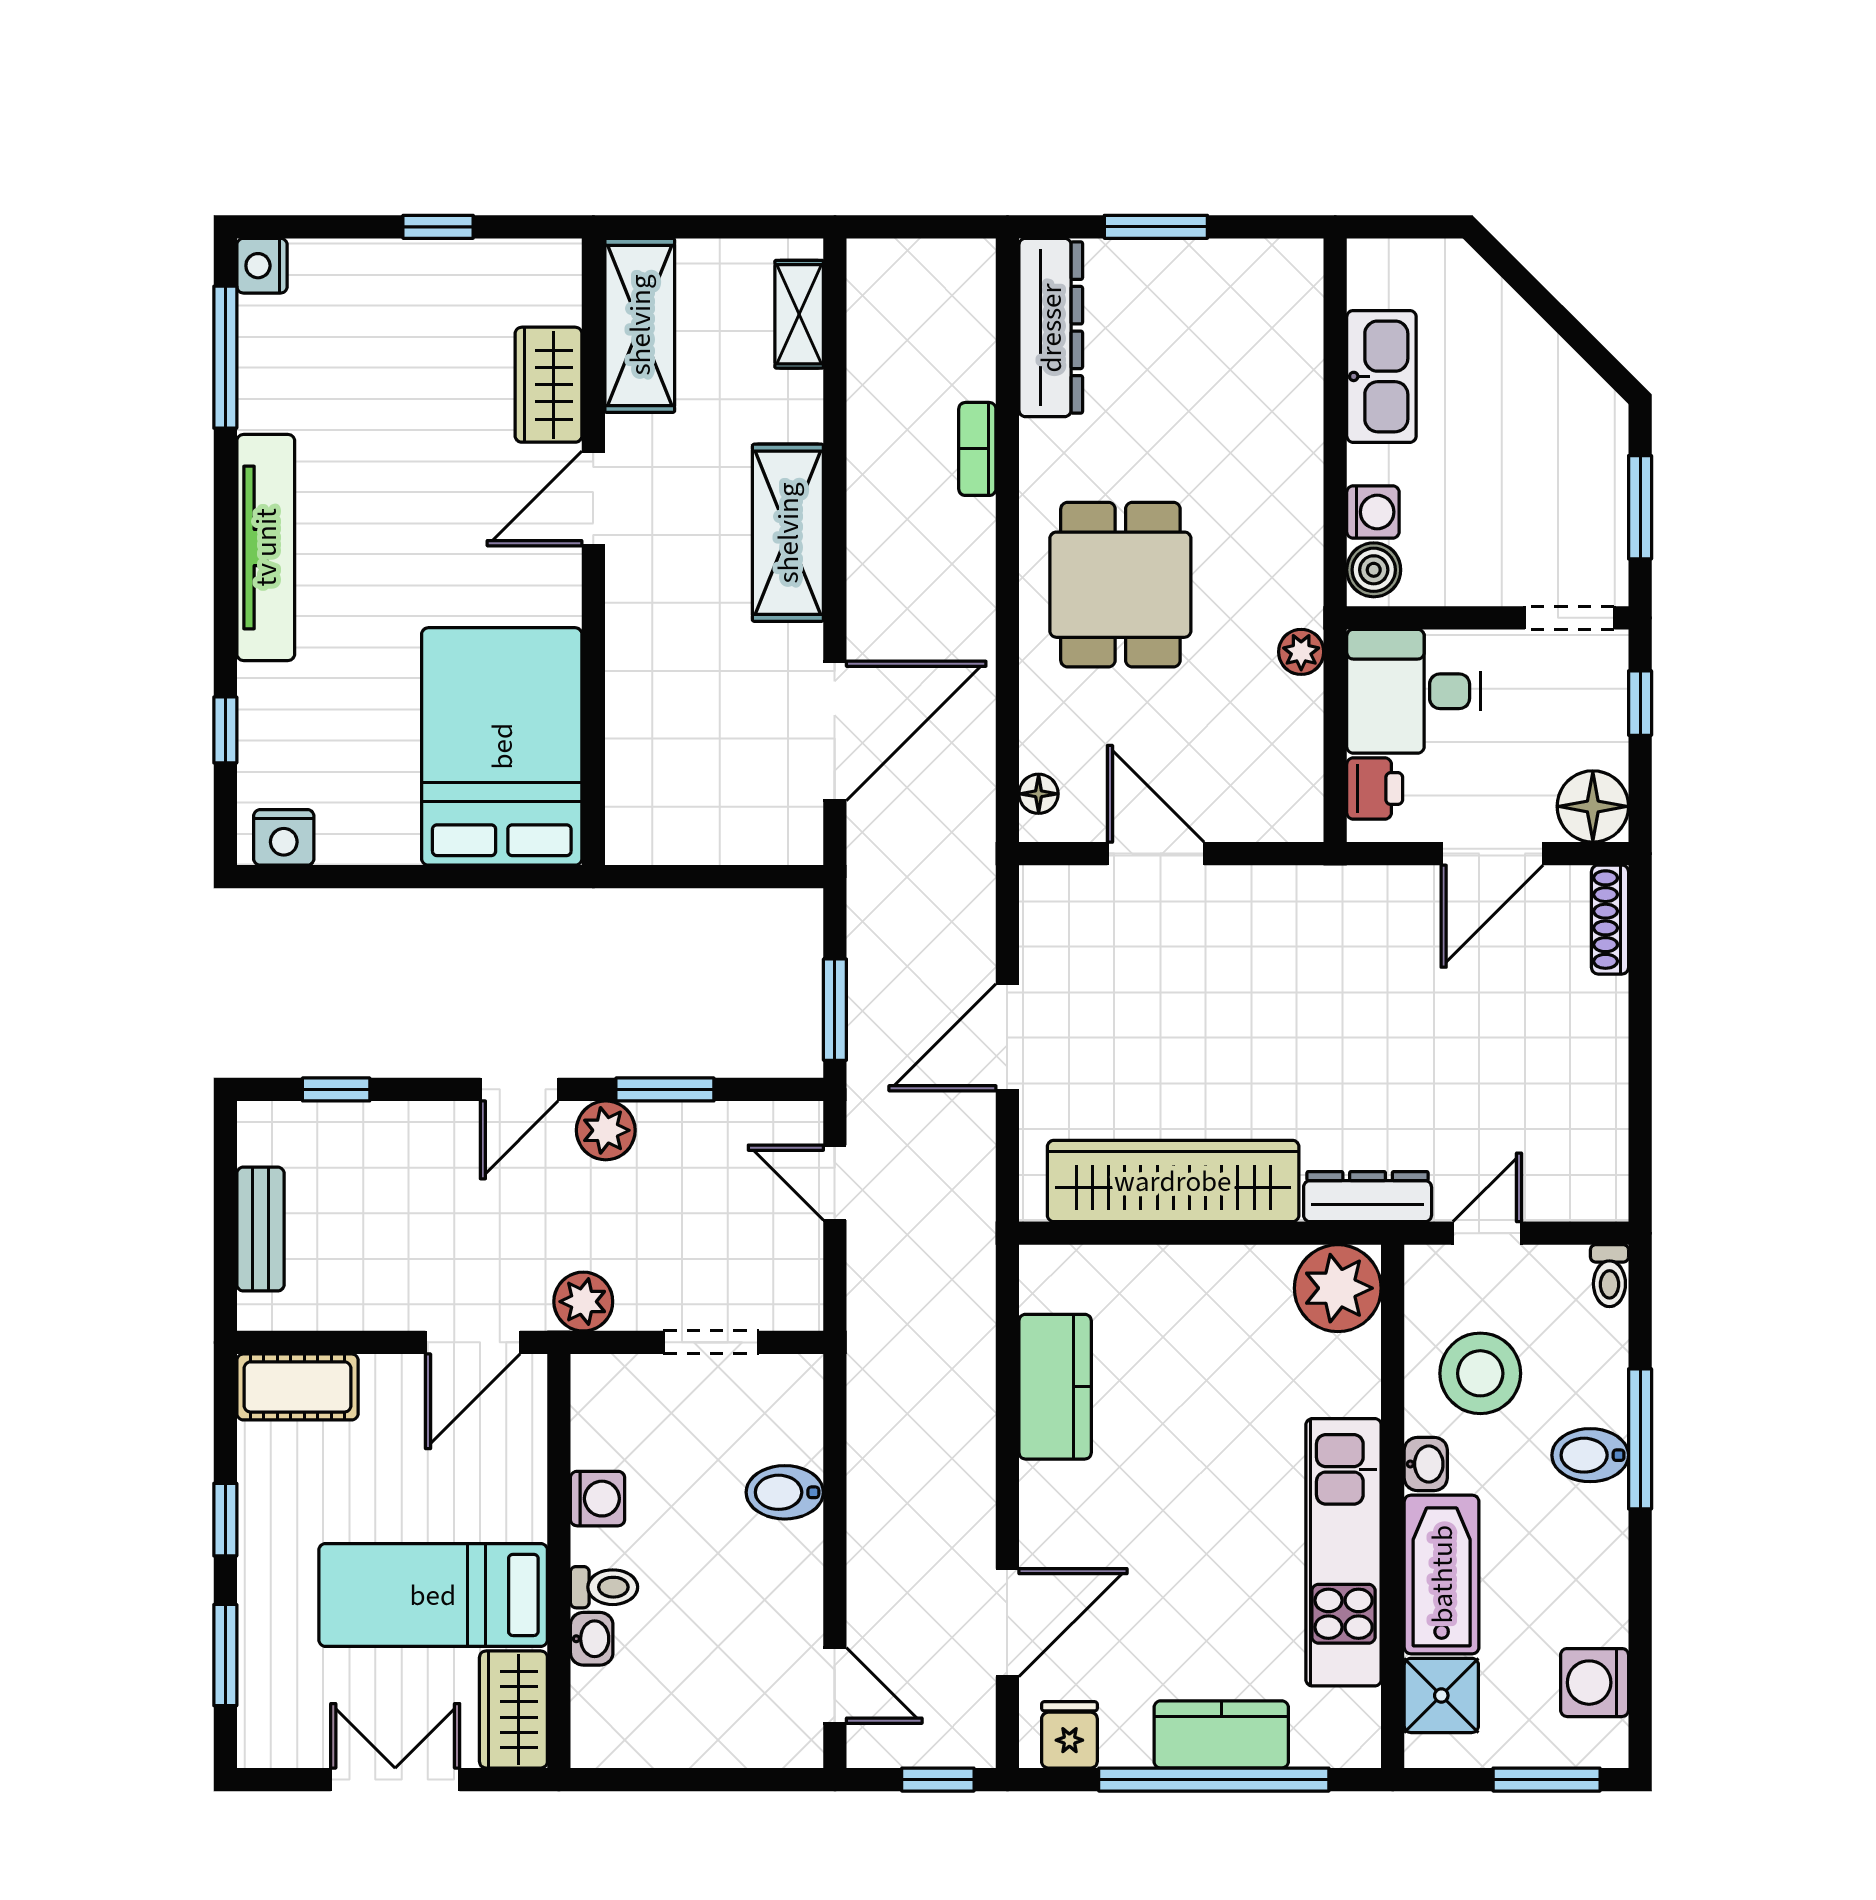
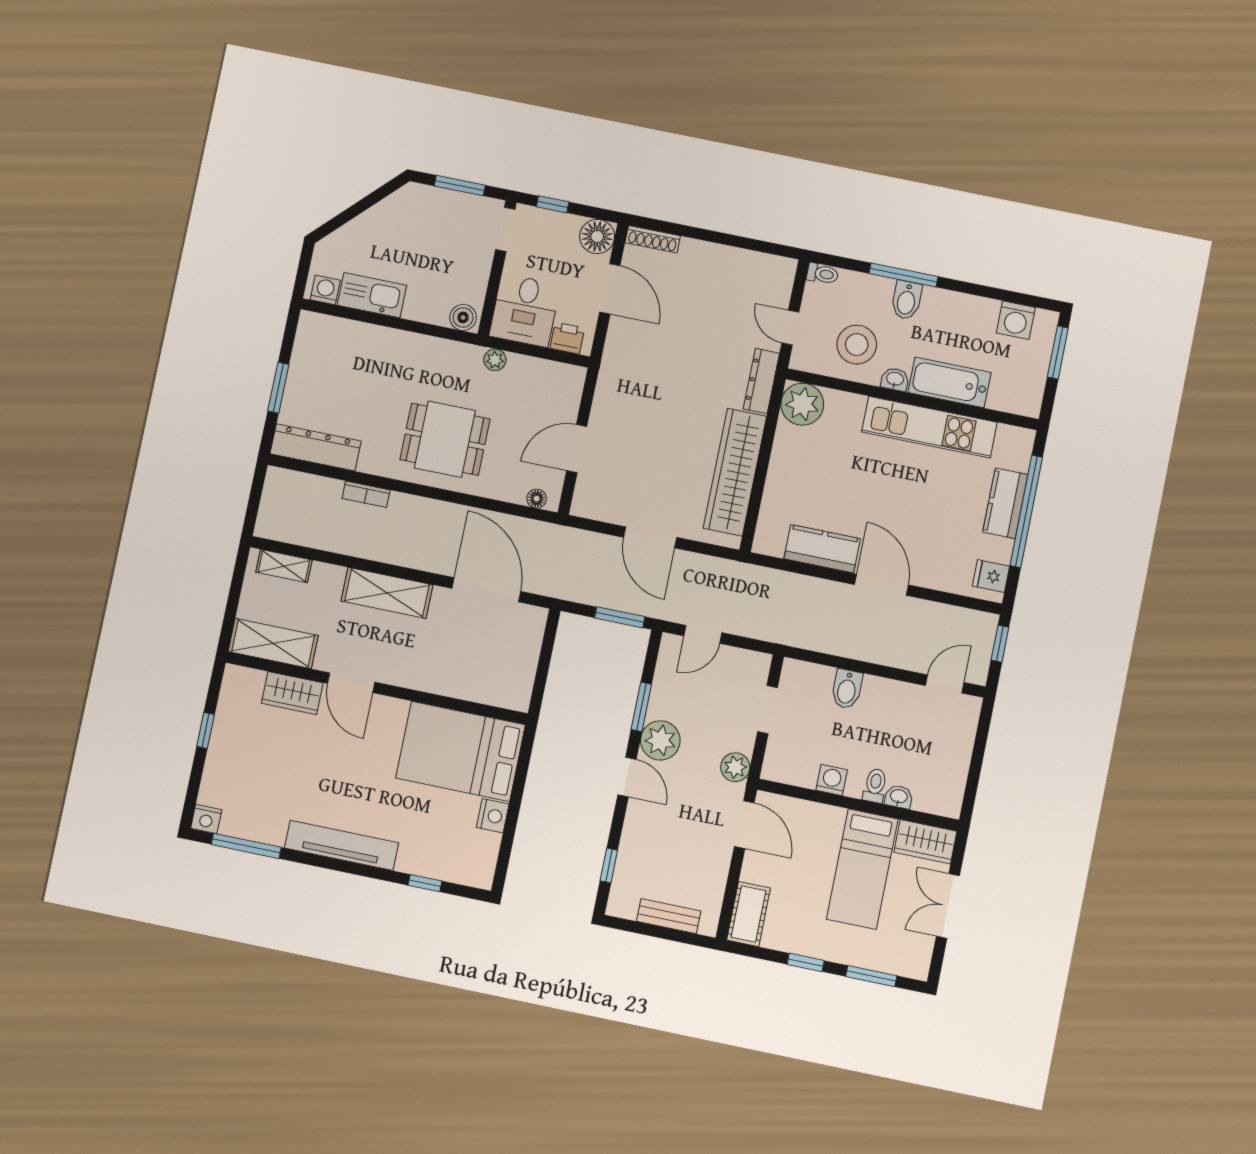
washing machine: (1373, 512) -> (325, 290), moved
nightstand: (284, 837) -> (493, 816), moved
plant: (606, 1130) -> (660, 740), width x1.36, depth x1.36
door: (1007, 1623) -> (882, 585), moved
shower: (1441, 1695) -> (1007, 394), removed

